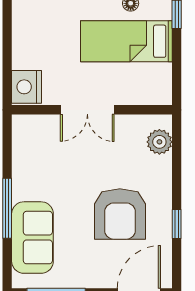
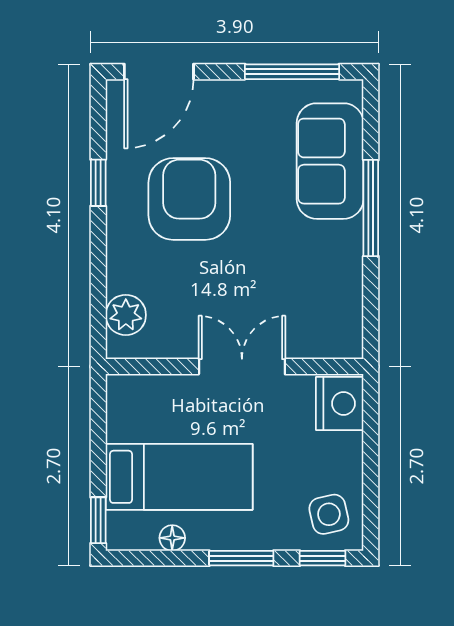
side table: (33, 18) -> (329, 514), added

